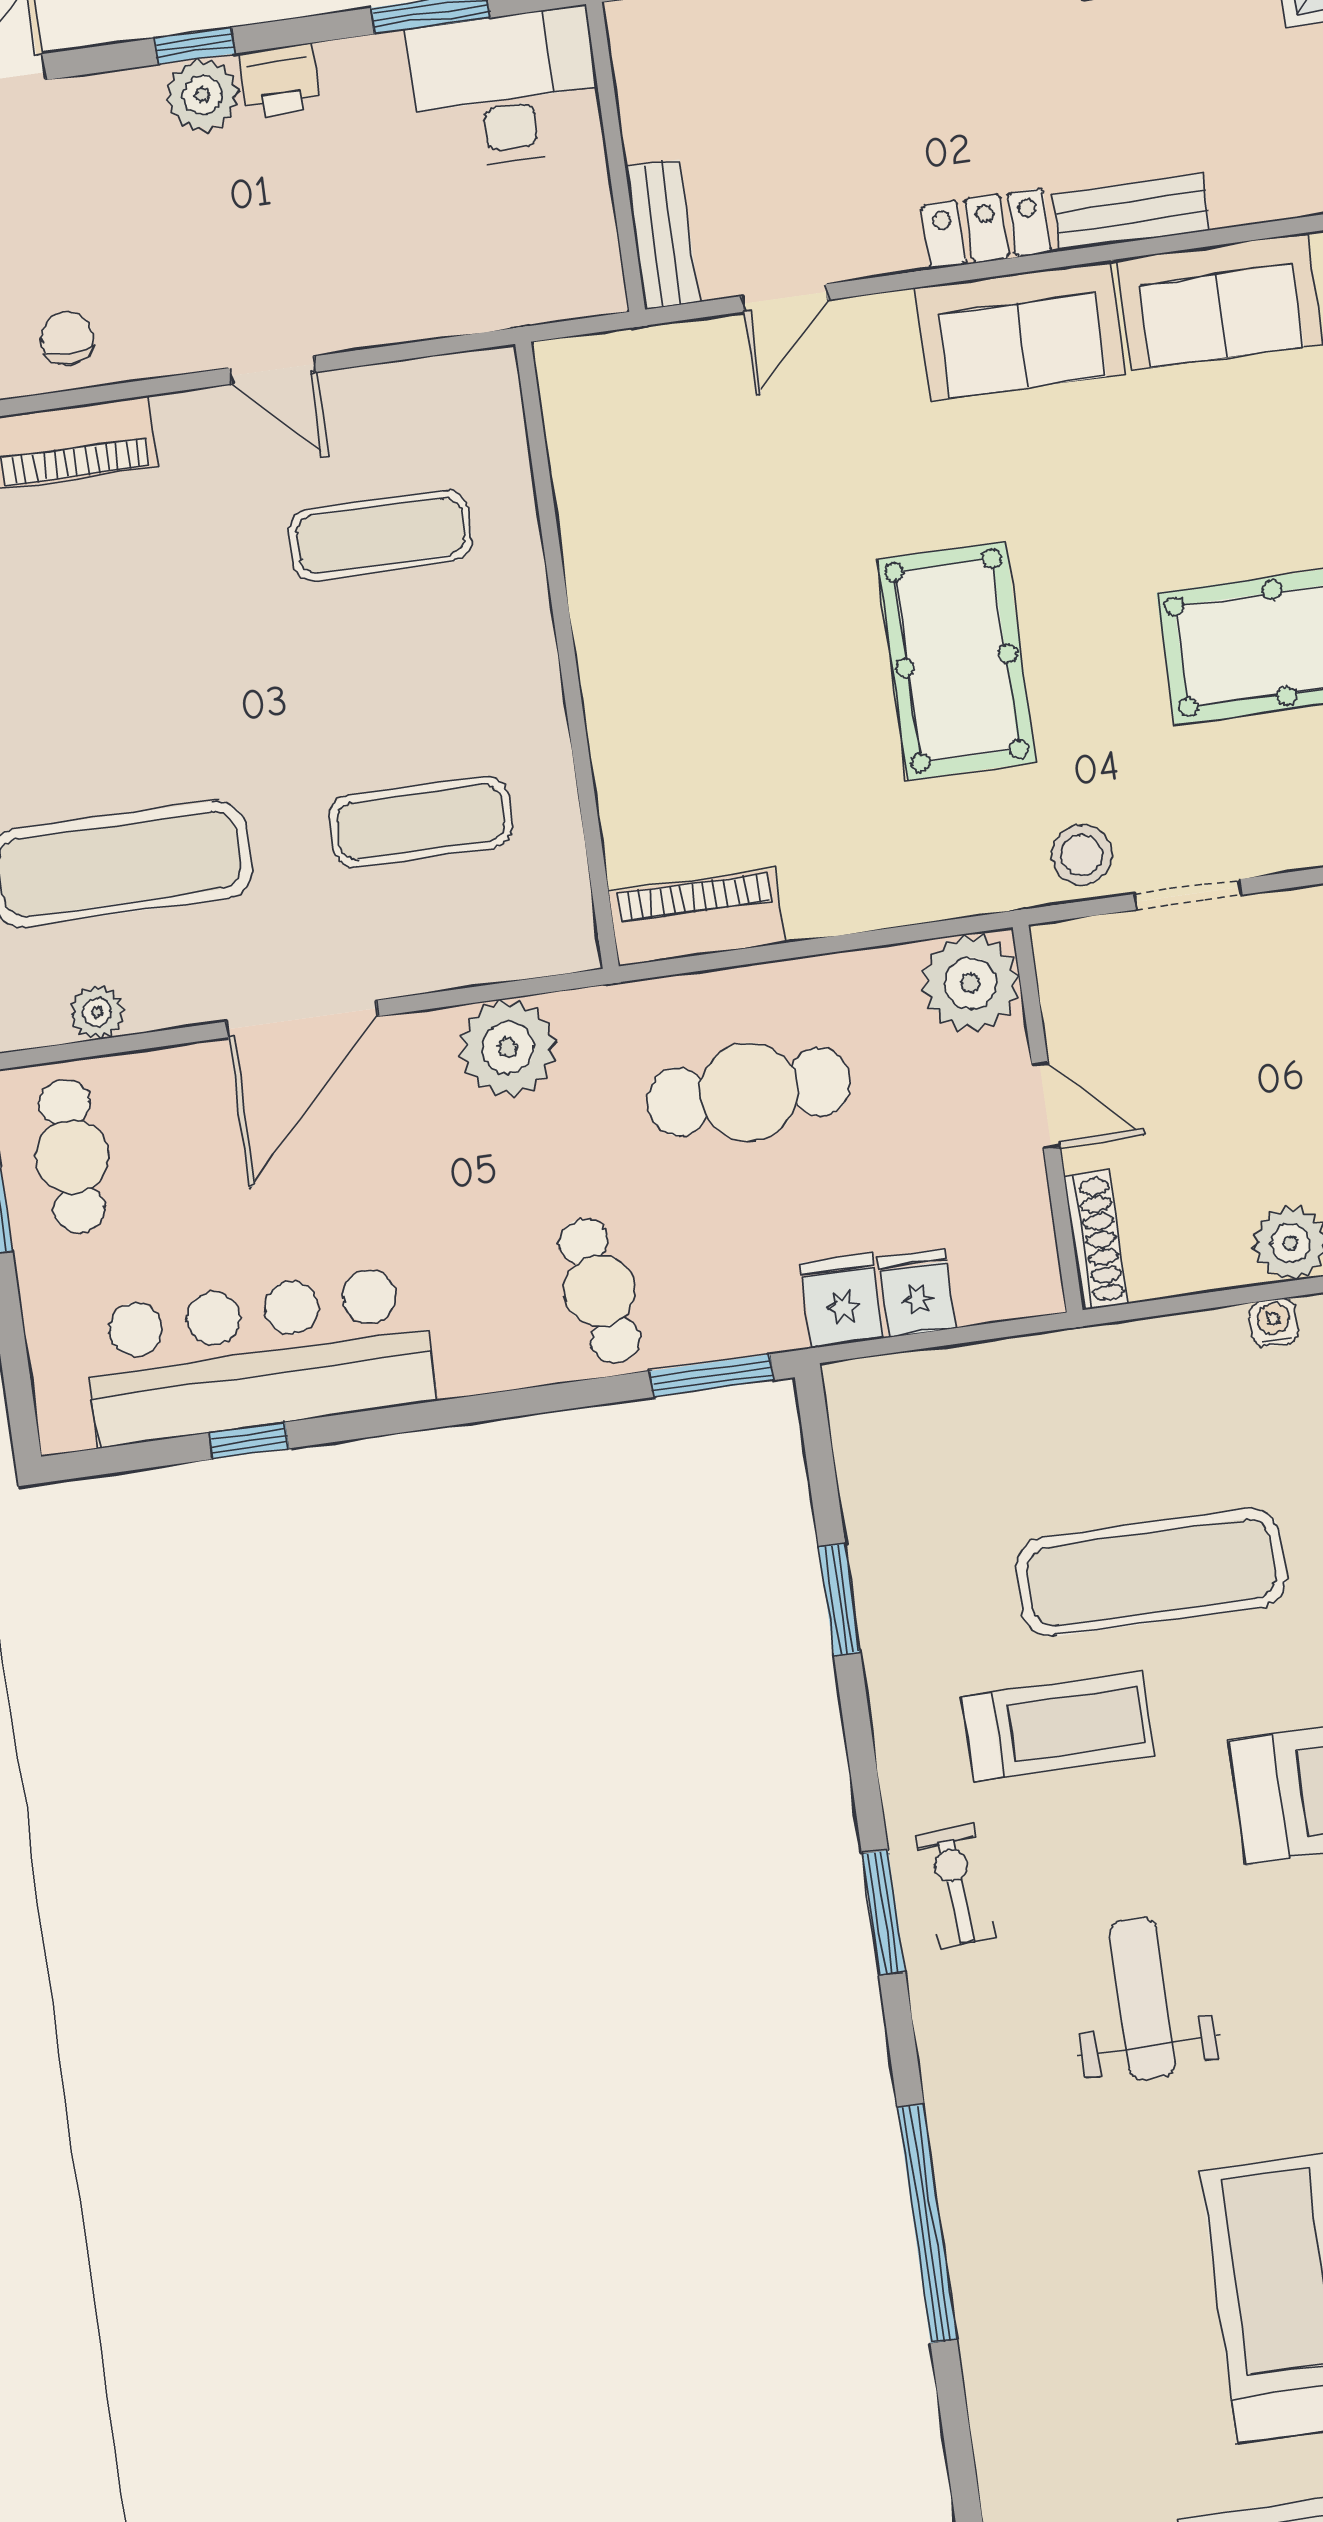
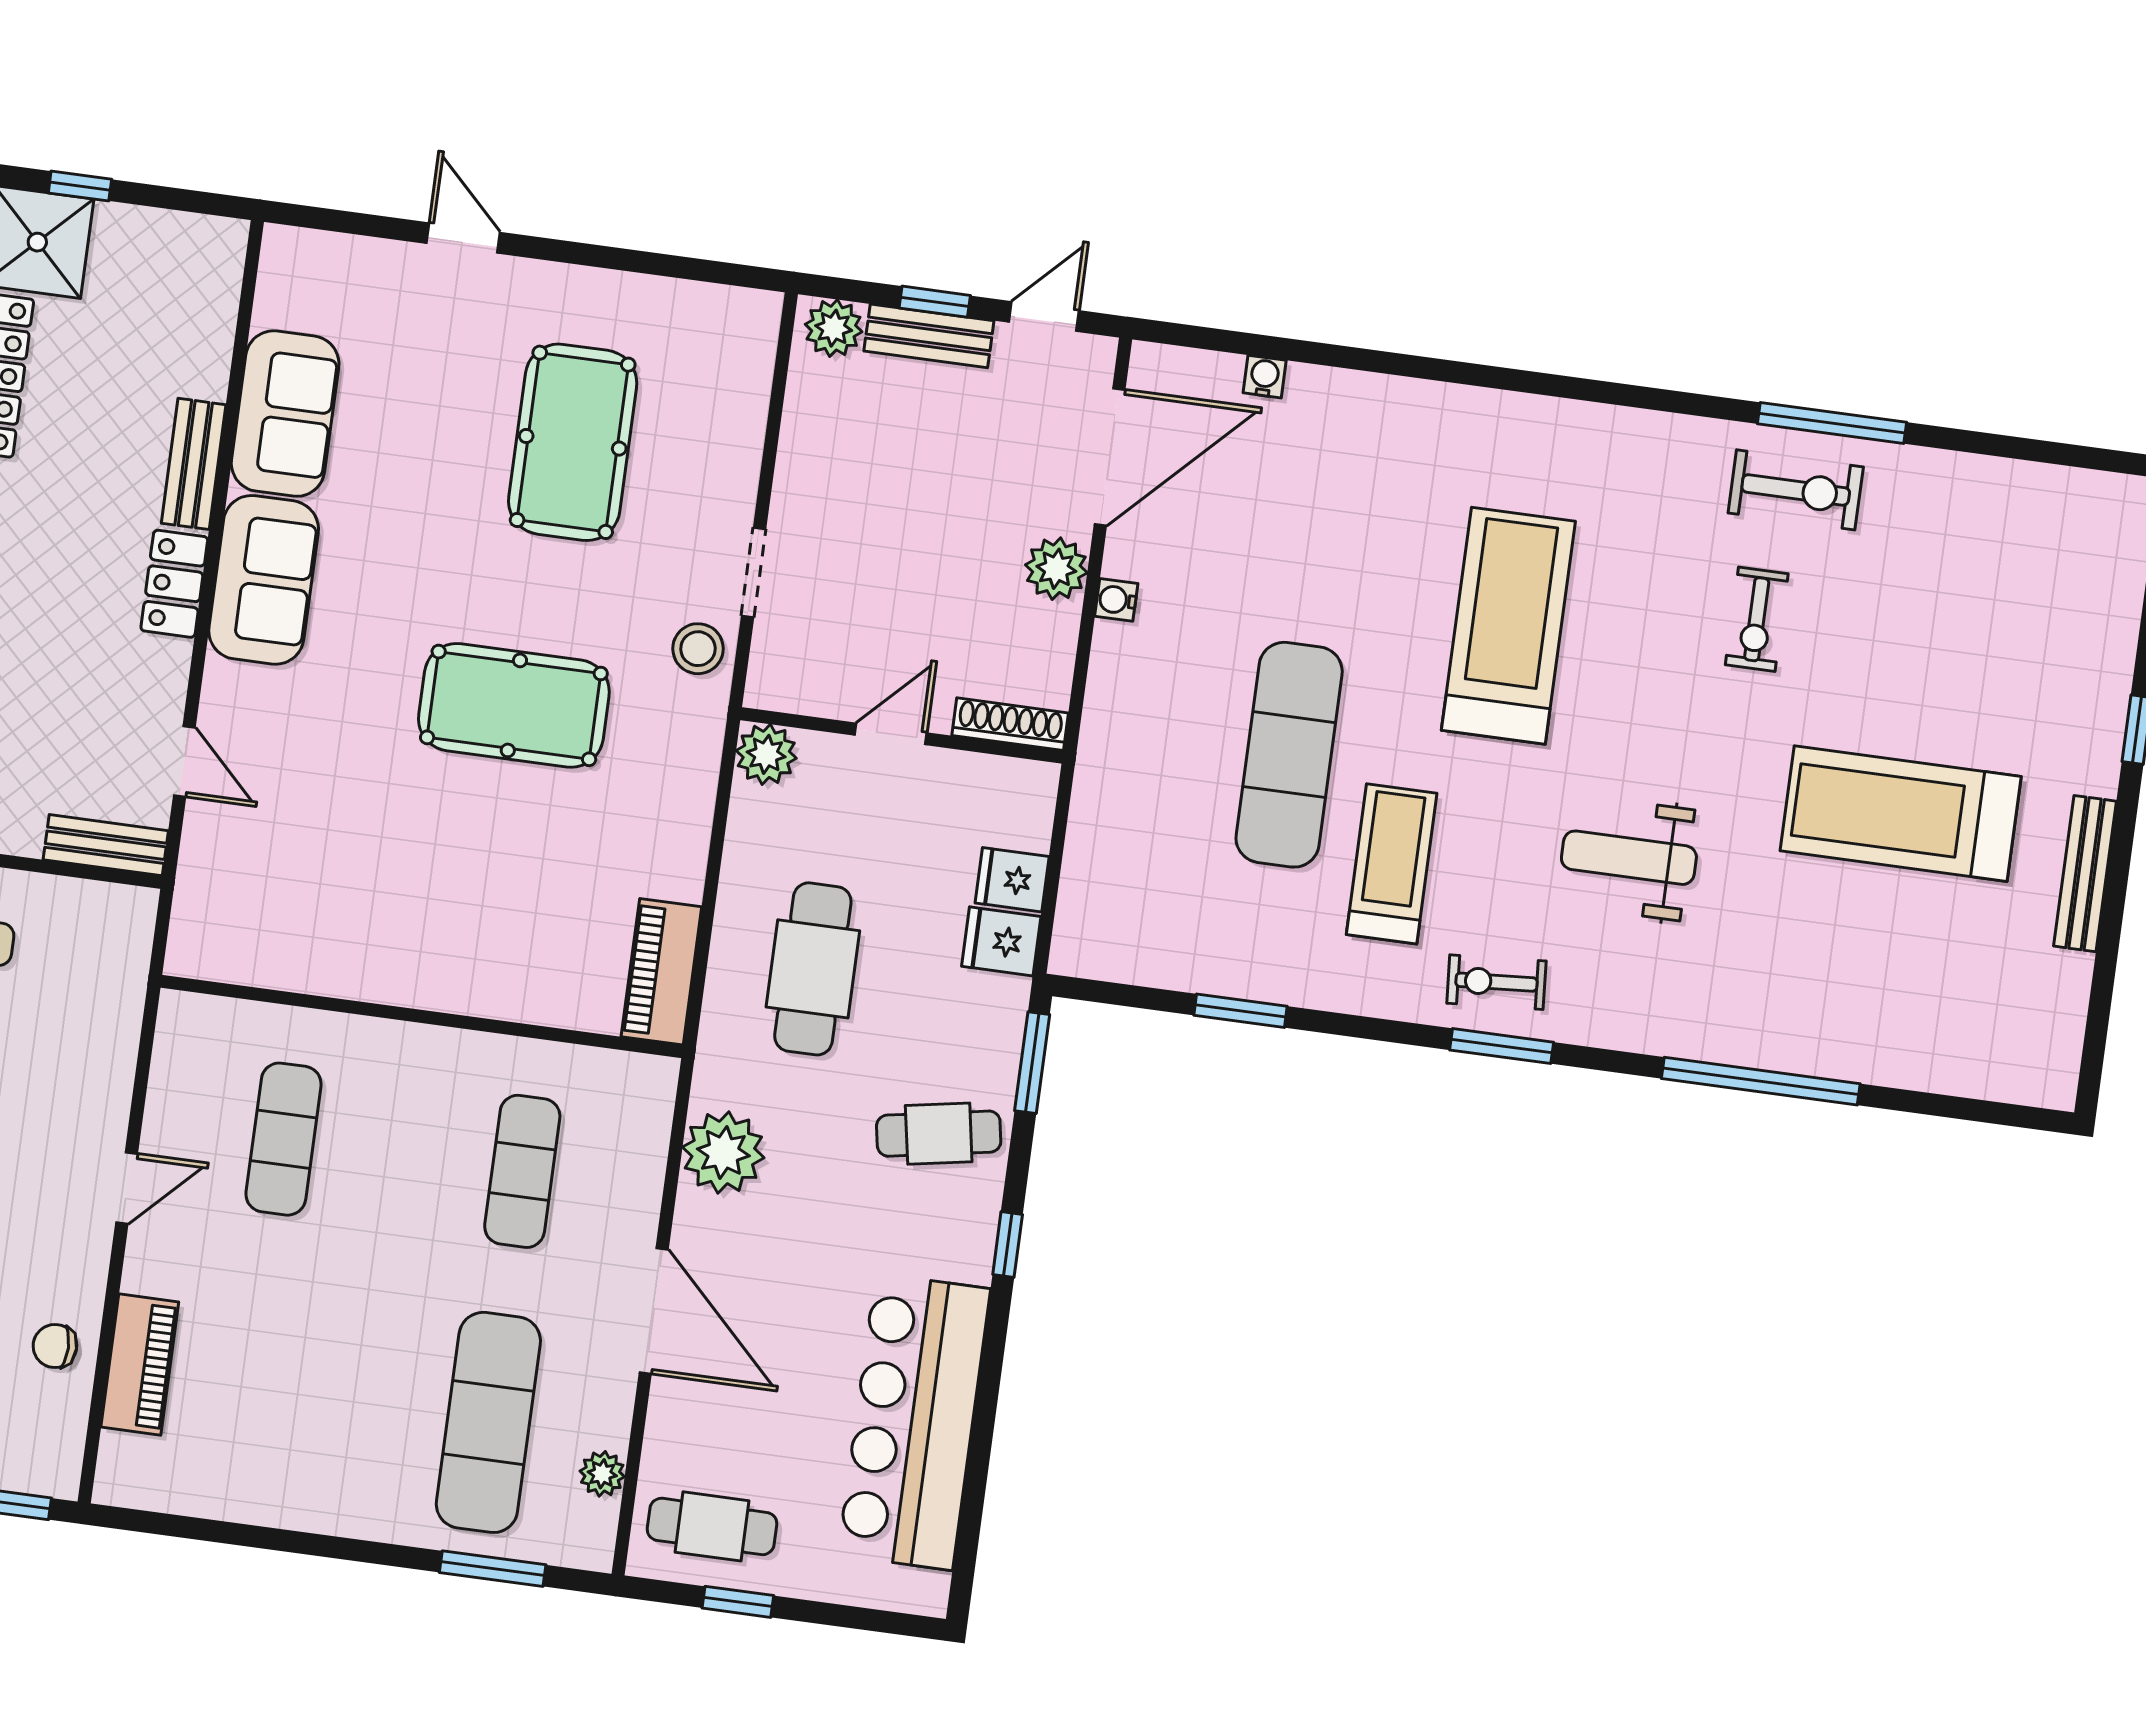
plant: (970, 983) -> (766, 754), width x0.73, depth x0.73
window: (249, 1441) -> (1008, 1245), moved

